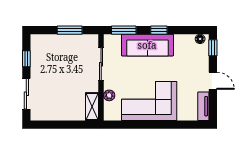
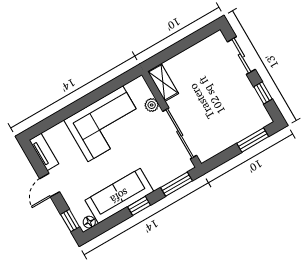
window: (70, 30) -> (253, 140), moved
sofa: (147, 45) -> (119, 196), moved
sliding door: (101, 64) -> (180, 133), width x1.37
door: (213, 81) -> (50, 185), hinge flipped

